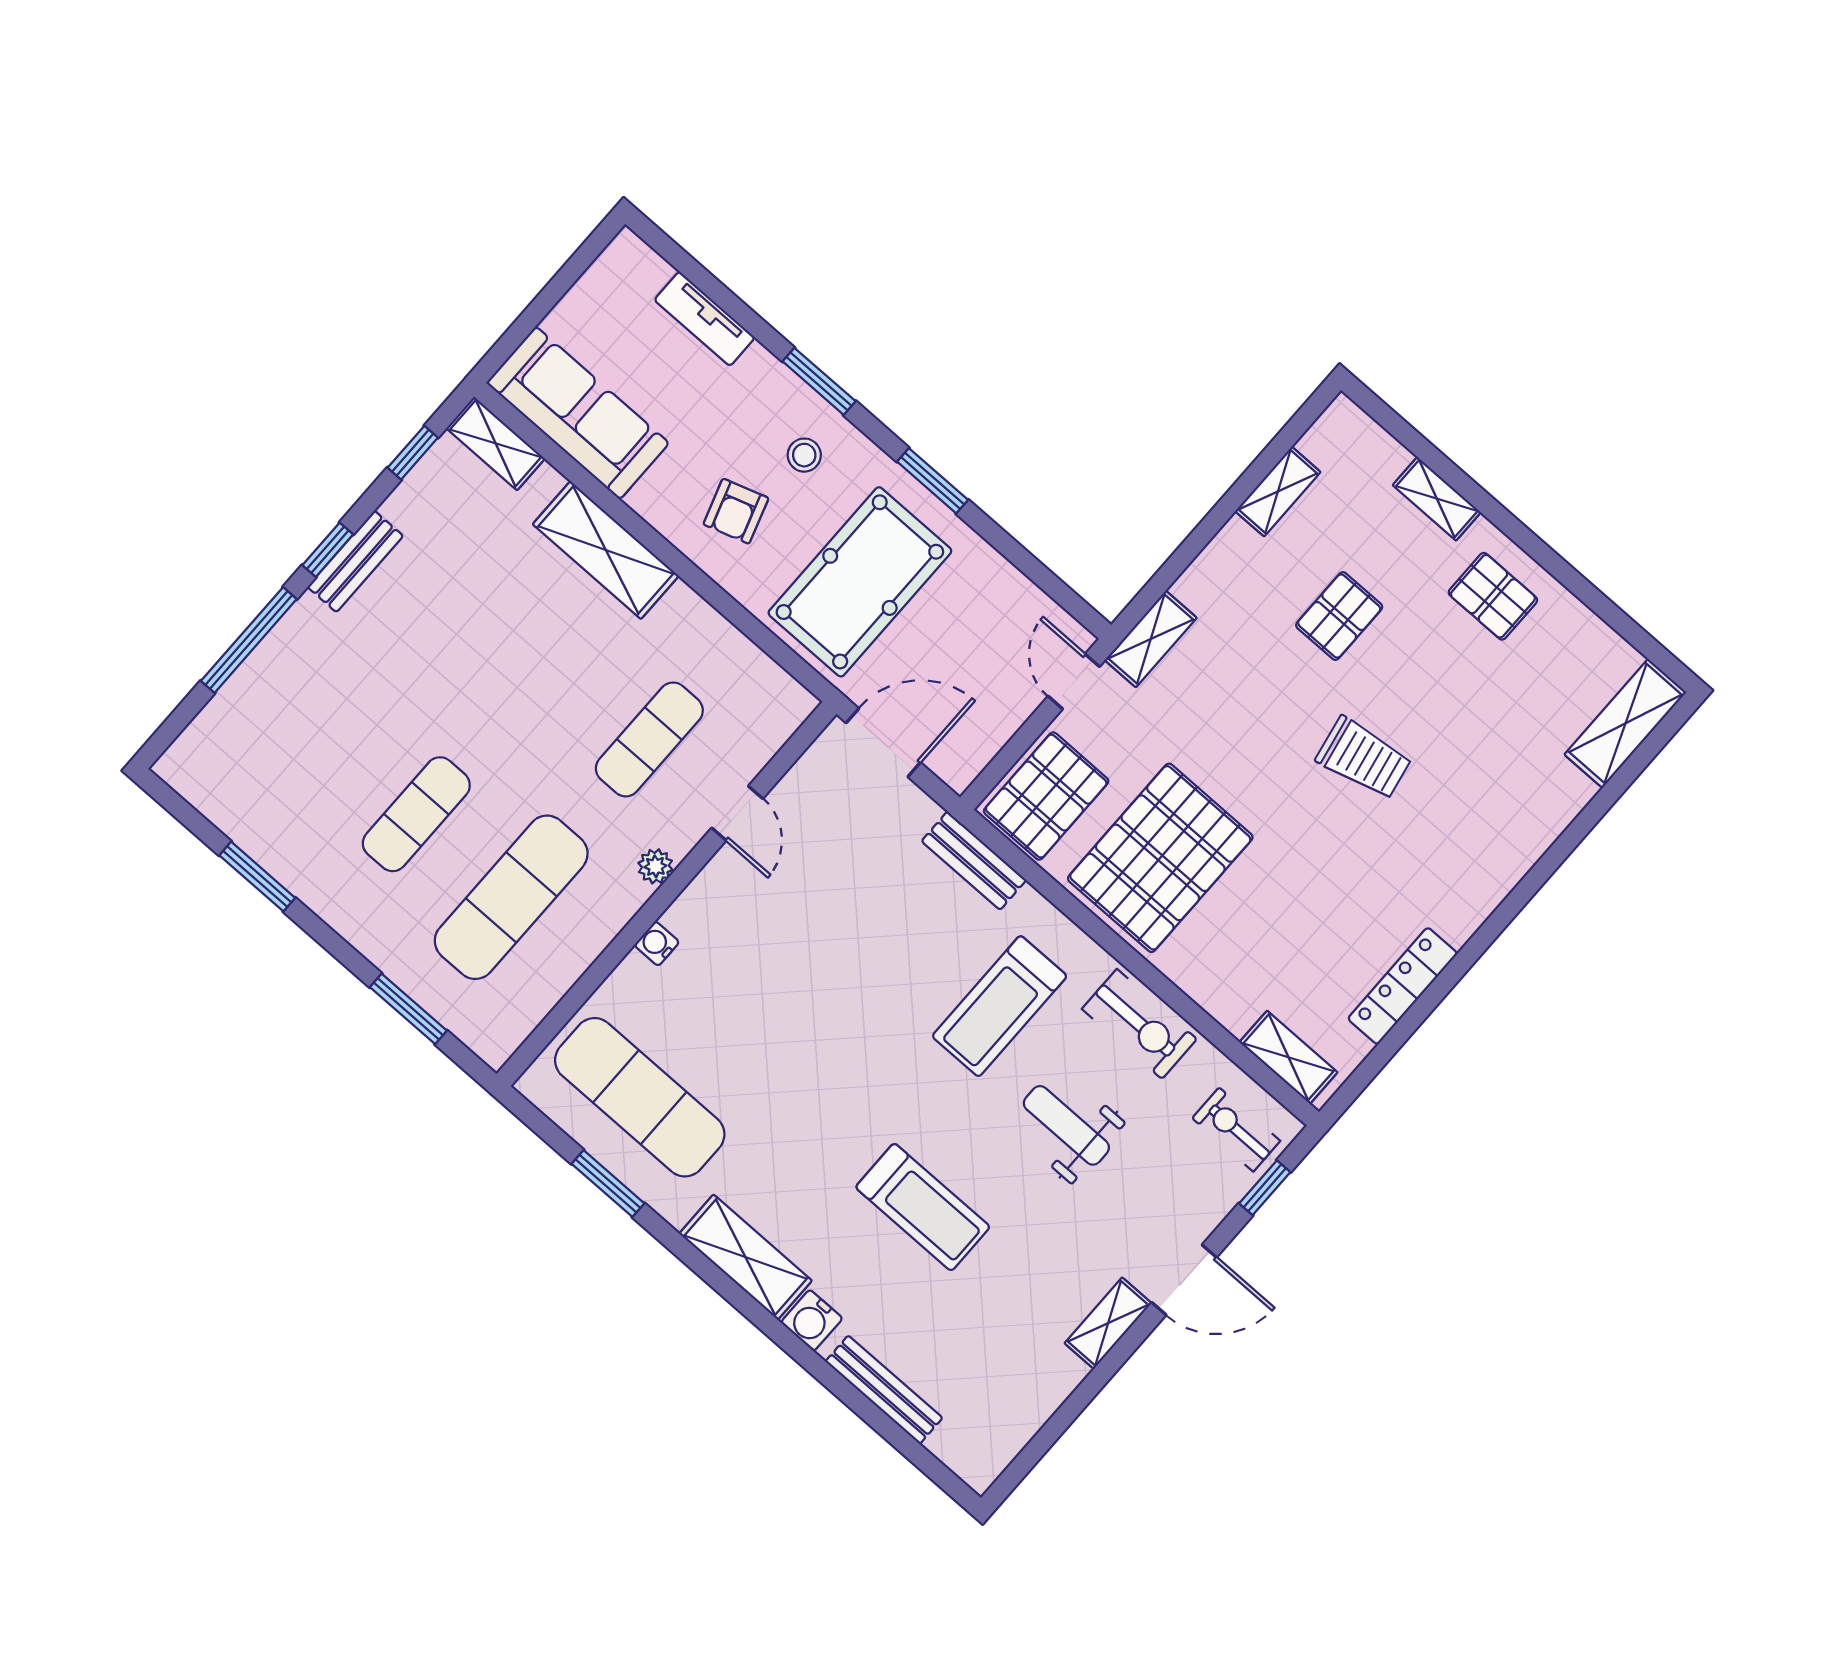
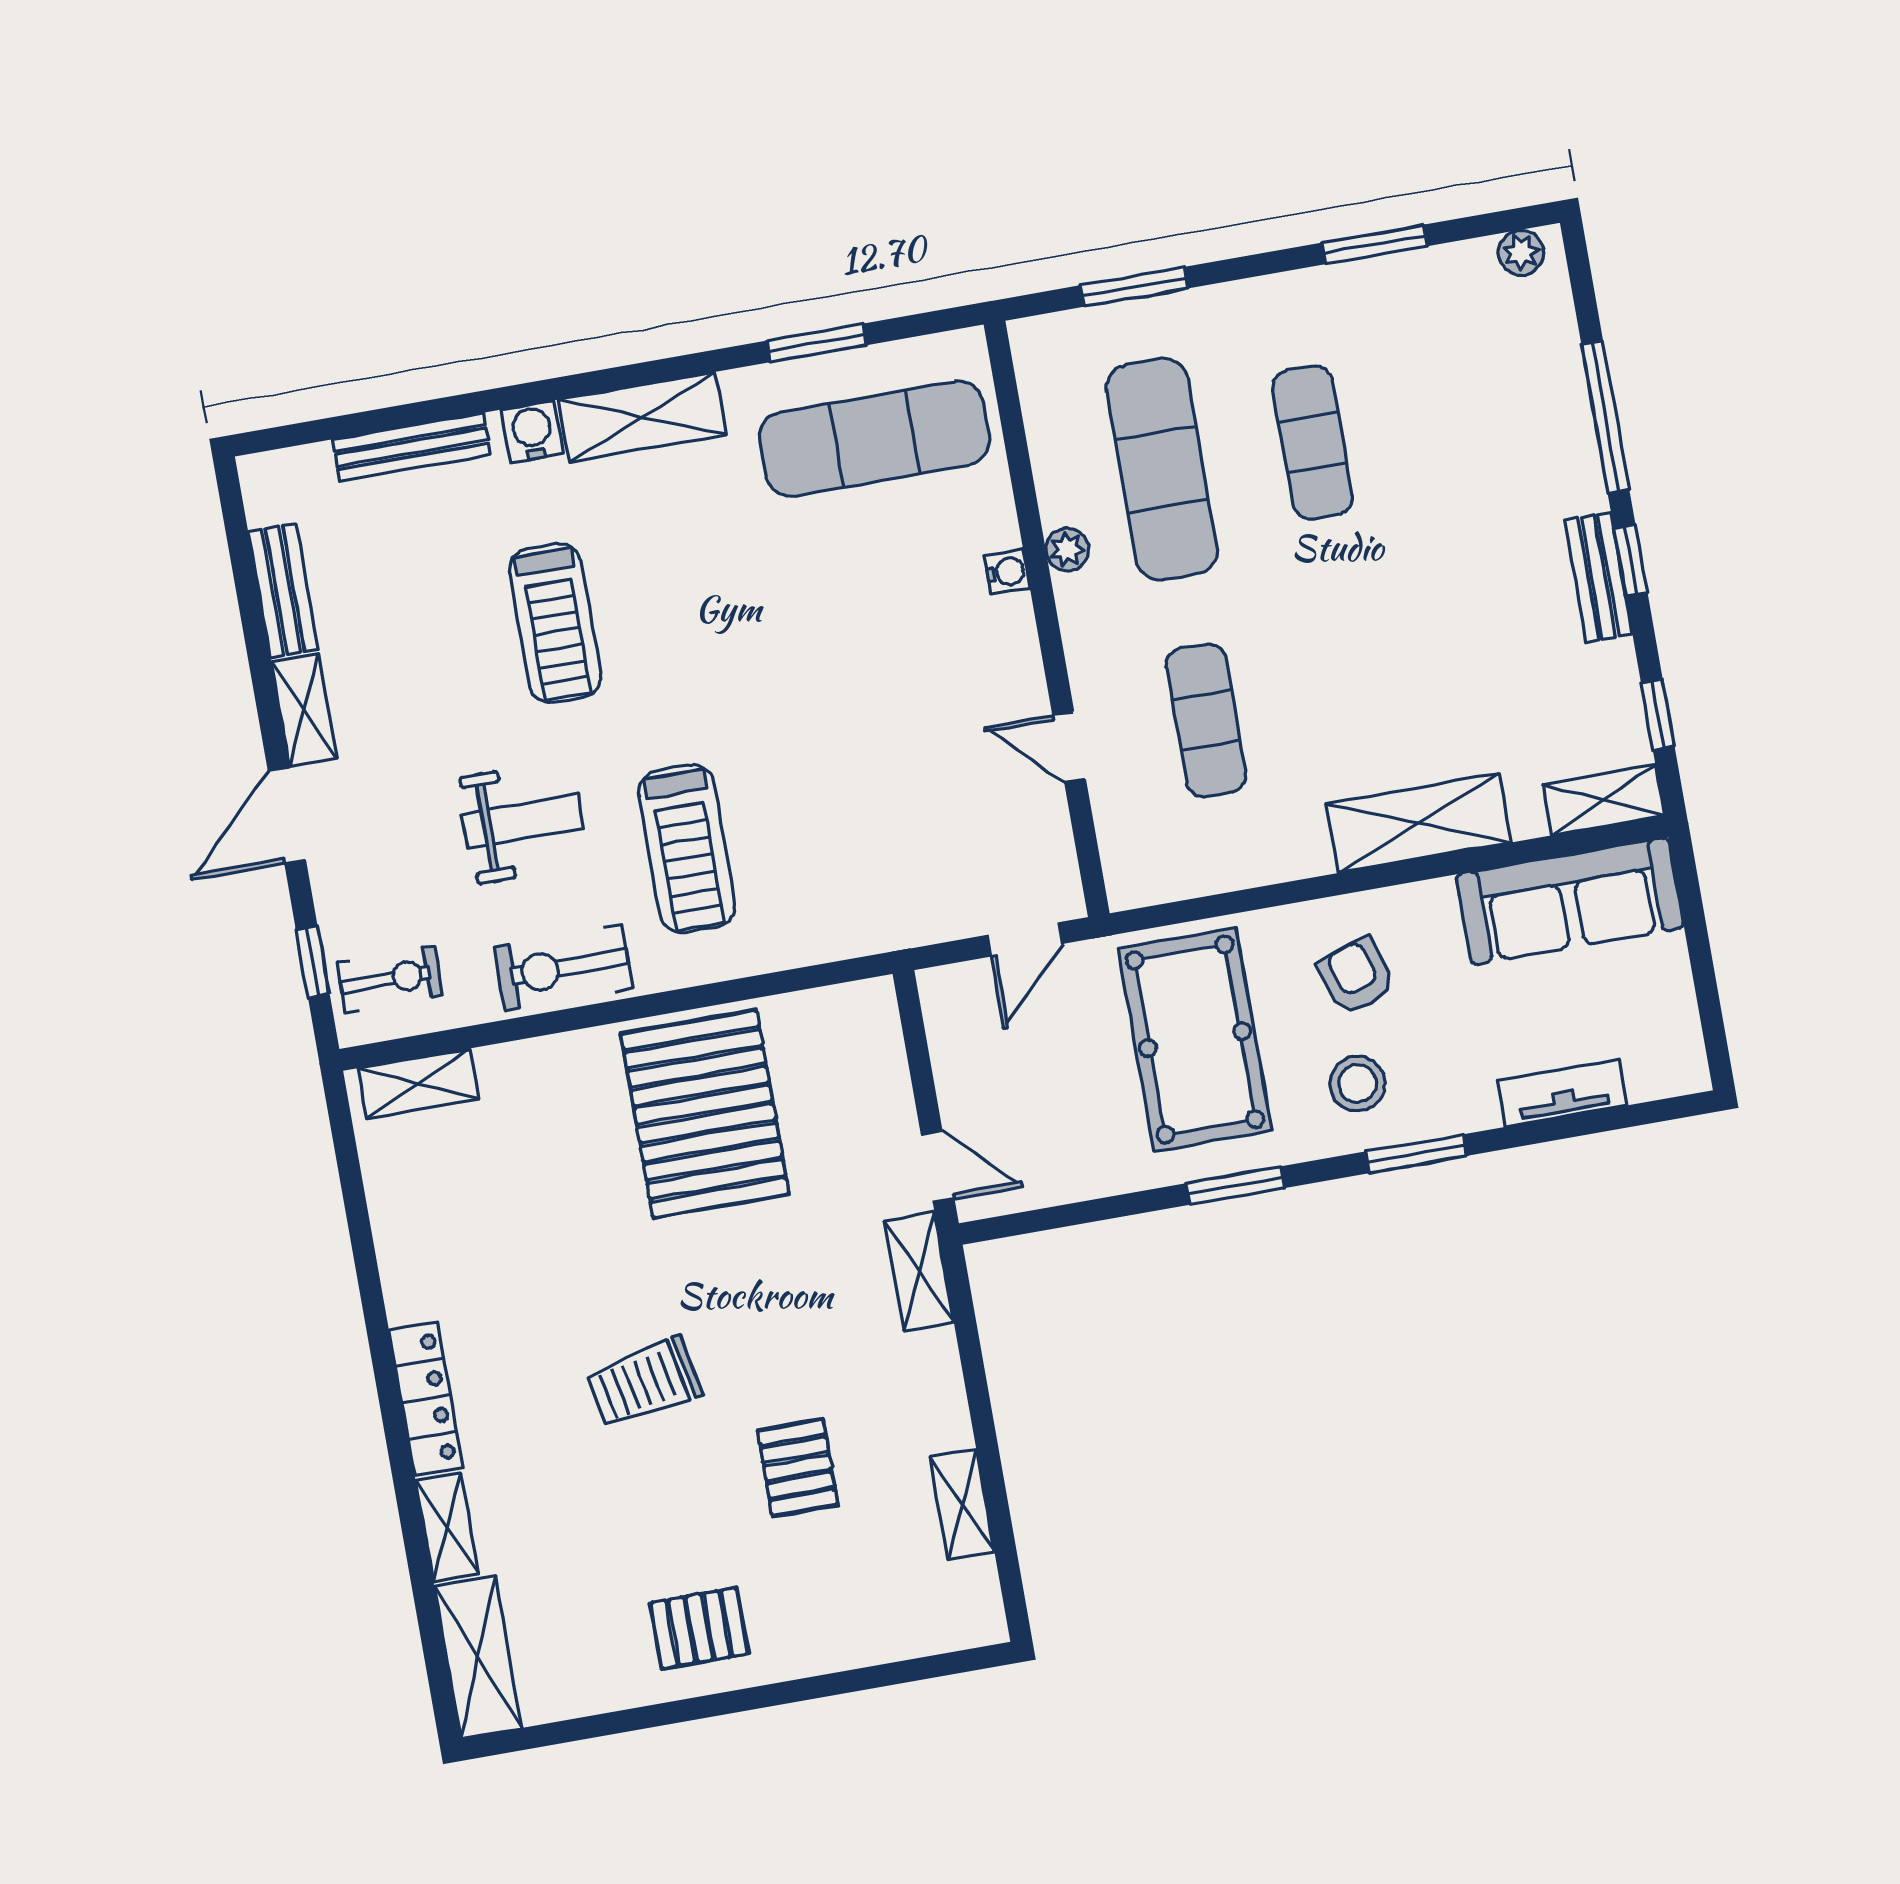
stool: (804, 455) -> (1357, 1084), width x1.37, depth x1.37
shelving: (1437, 499) -> (447, 1527), moved, turned 90
door: (883, 743) -> (1025, 939), width x0.73
plant: (187, 779) -> (1521, 253), added
pallet: (1046, 796) -> (850, 1053), removed
bench: (974, 861) -> (283, 590), moved, turned 90
plant: (655, 866) -> (1067, 549), moved
locker: (1403, 986) -> (426, 1399), moved
treadmill: (999, 1006) -> (687, 849), turned 180
treadmill: (923, 1207) -> (555, 623), turned -90

